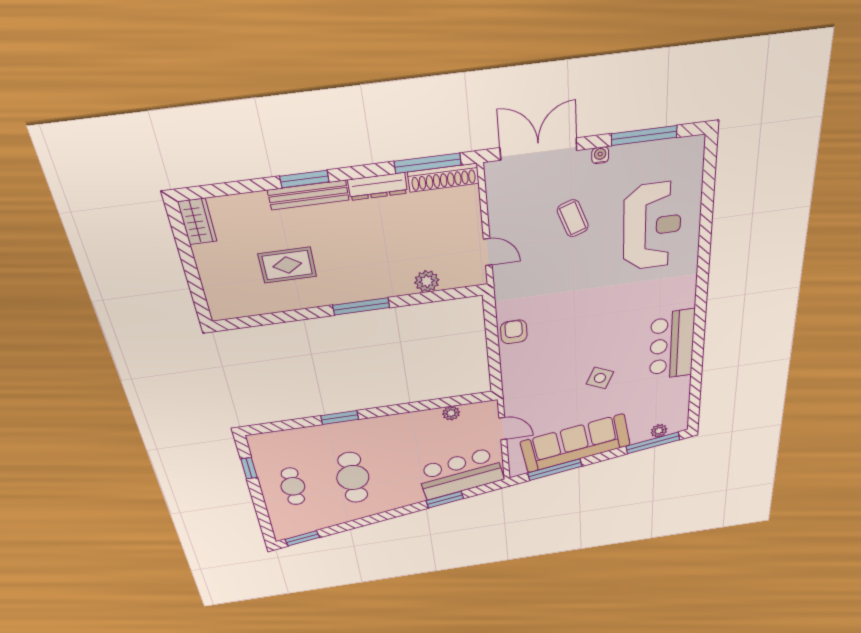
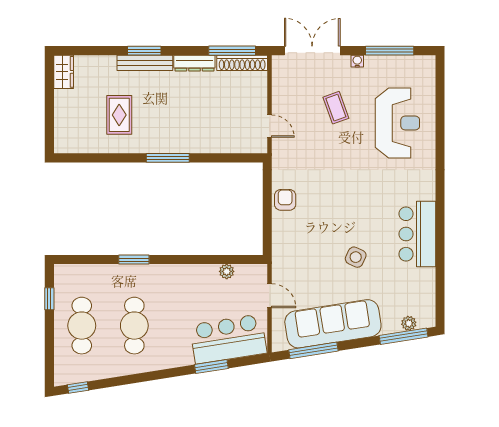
rug: (287, 265) -> (119, 115), turned 90
plant: (427, 281) -> (221, 144), removed
cafe table: (293, 486) -> (82, 326), width x1.37, depth x1.35
window: (302, 538) -> (78, 388), width x0.67

